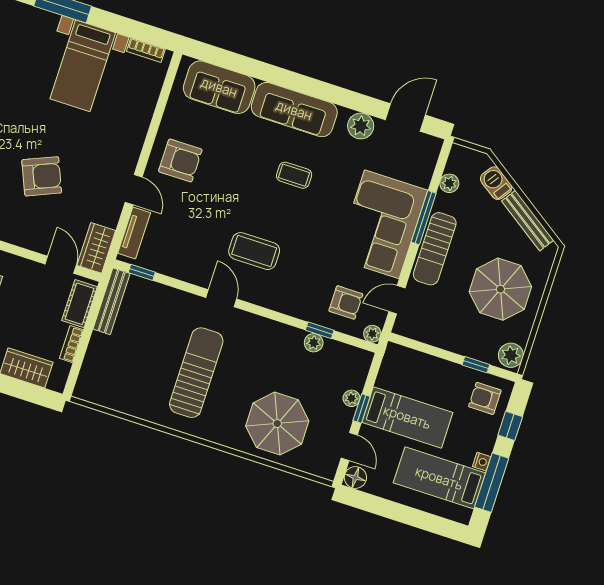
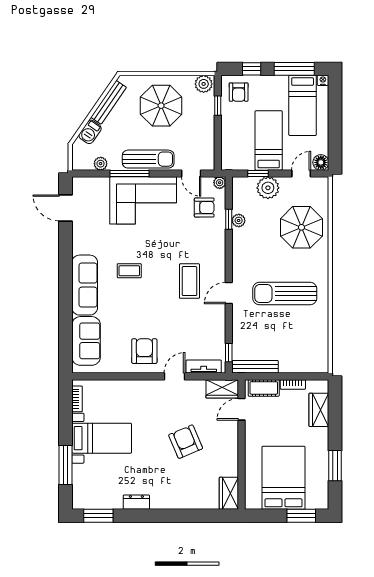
plant: (361, 126) -> (81, 236), removed
coffee table: (294, 175) -> (129, 271), turned 90
armchair: (346, 302) -> (204, 208), turned 90
plant: (351, 398) -> (268, 188), width x1.87, depth x1.87
window: (362, 409) -> (258, 173), moved
nightstand: (482, 462) -> (323, 80), moved

